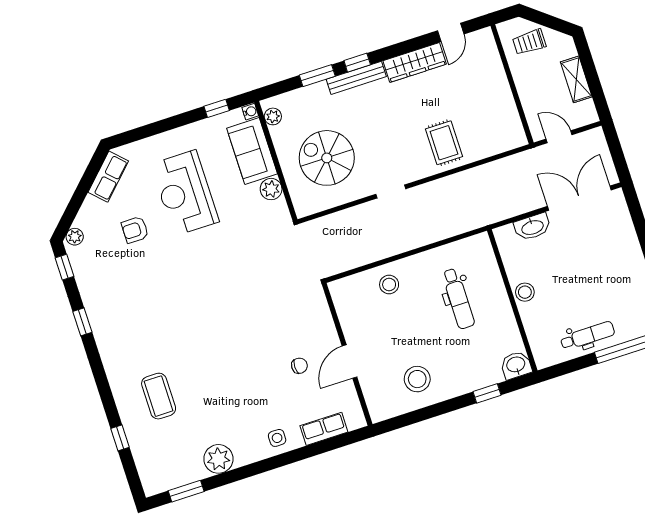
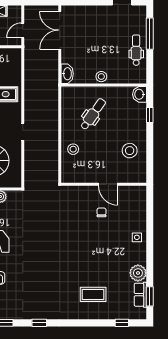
washbasin: (532, 227) -> (67, 74), moved
dental chair: (458, 299) -> (93, 114), turned -55
row of seats: (324, 429) -> (140, 295), moved
window: (120, 438) -> (122, 323), moved

